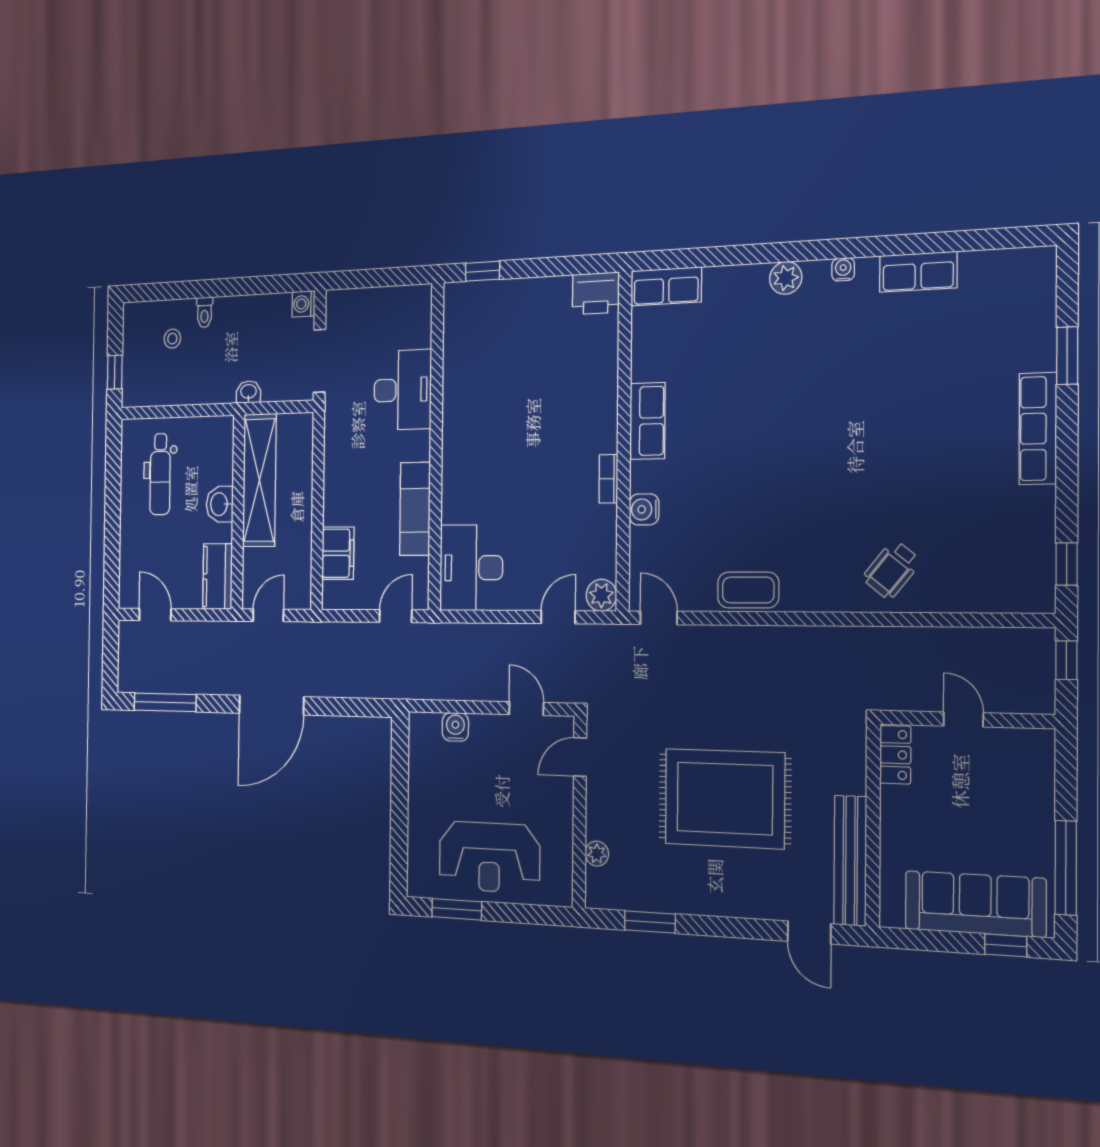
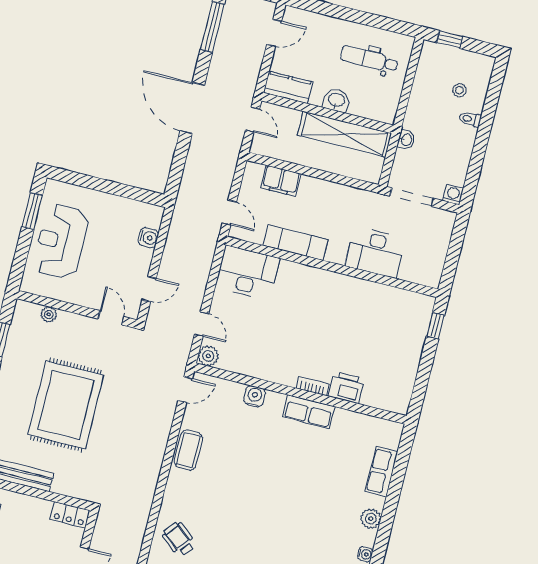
row of seats: (666, 286) -> (382, 472), moved
printer: (596, 293) -> (346, 387), moved, turned 90
bookcase: (608, 479) -> (313, 386), moved

